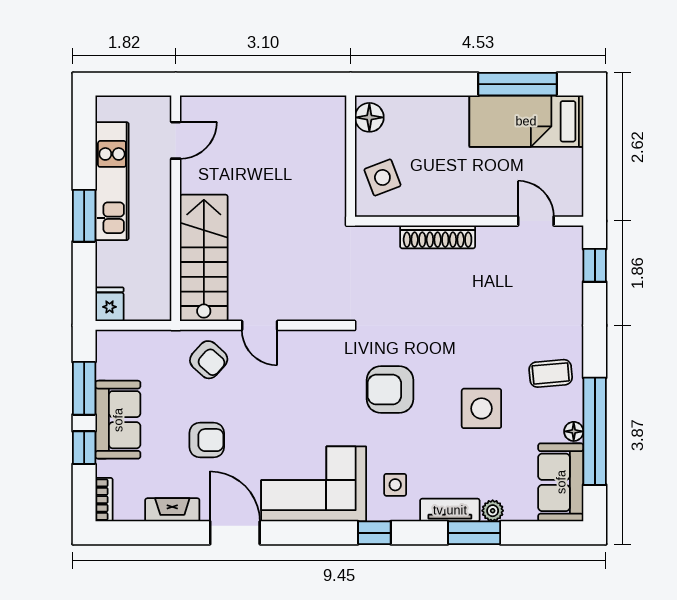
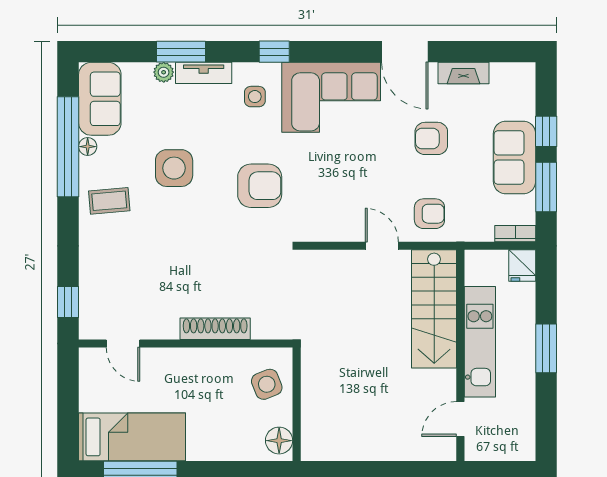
kitchen unit: (112, 181) -> (480, 342), moved, turned 180
armchair: (209, 360) -> (429, 214), turned 138
bookcase: (104, 500) -> (515, 234), moved, turned 90

